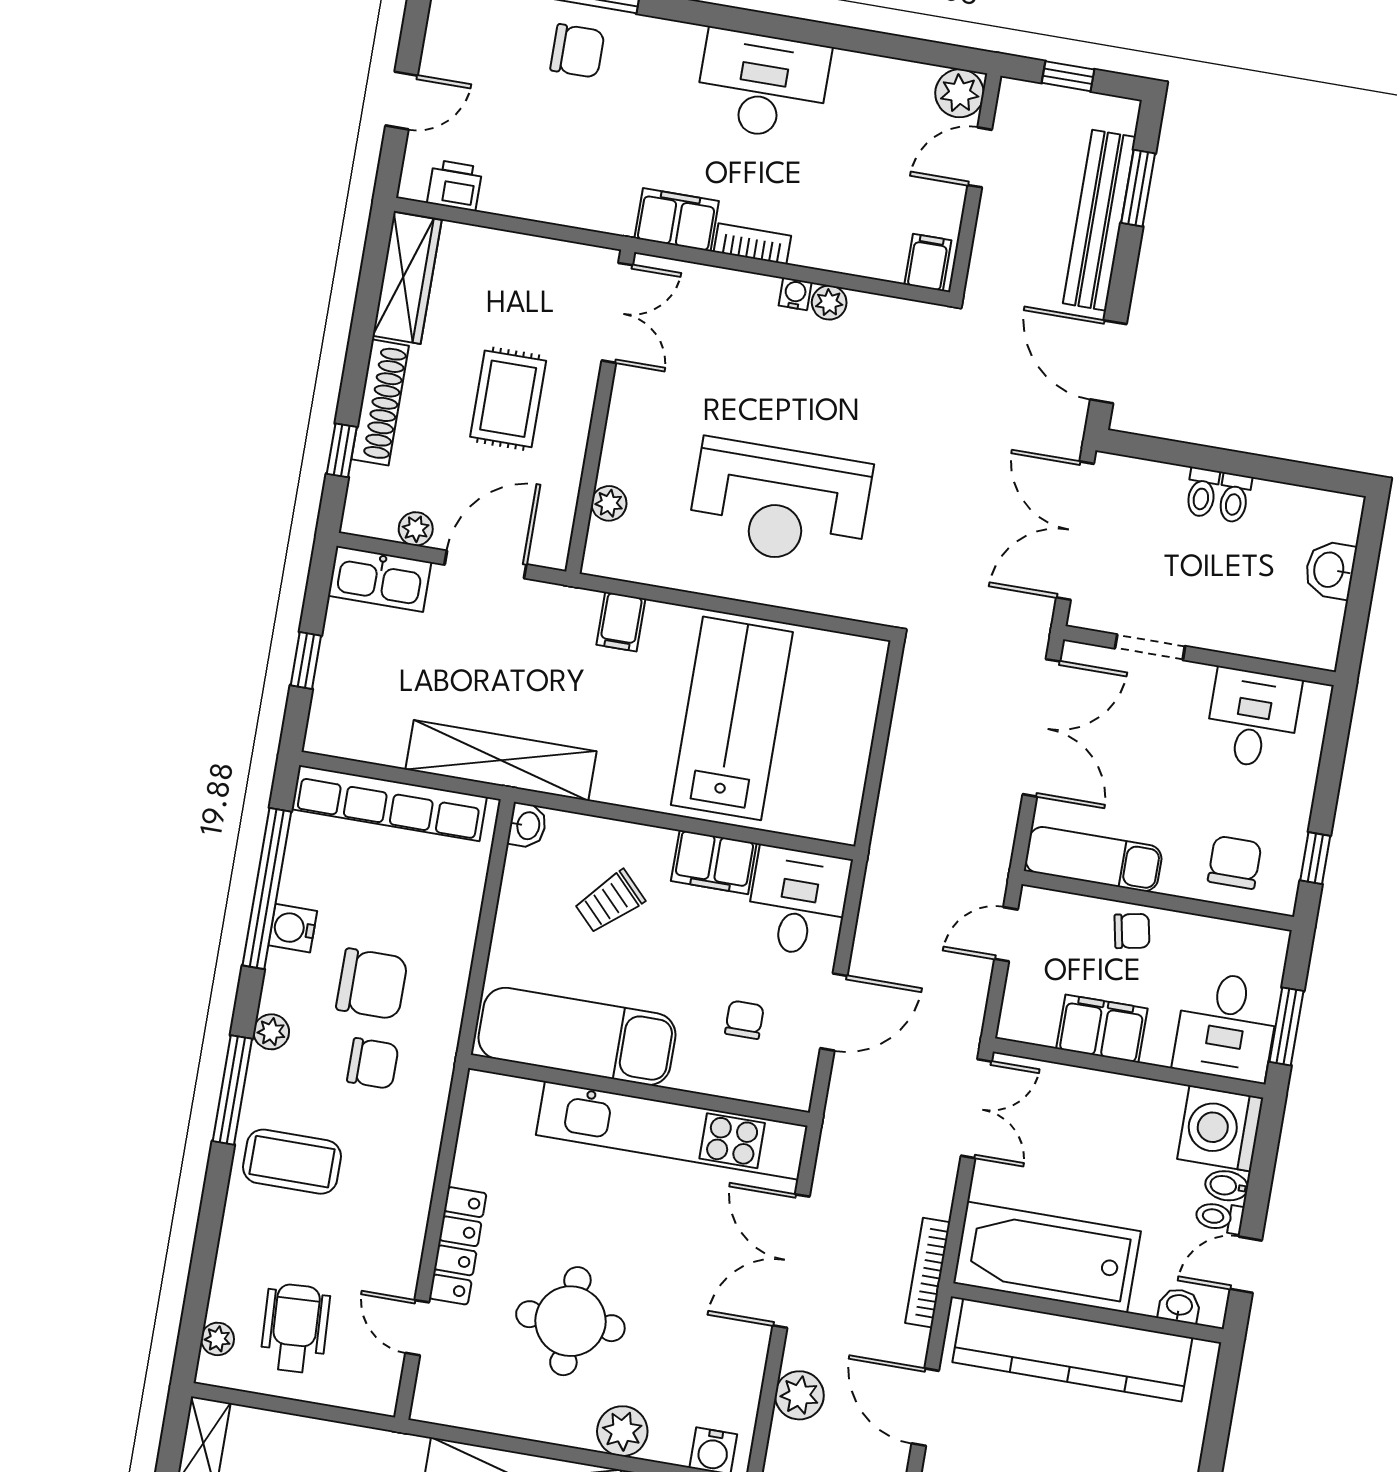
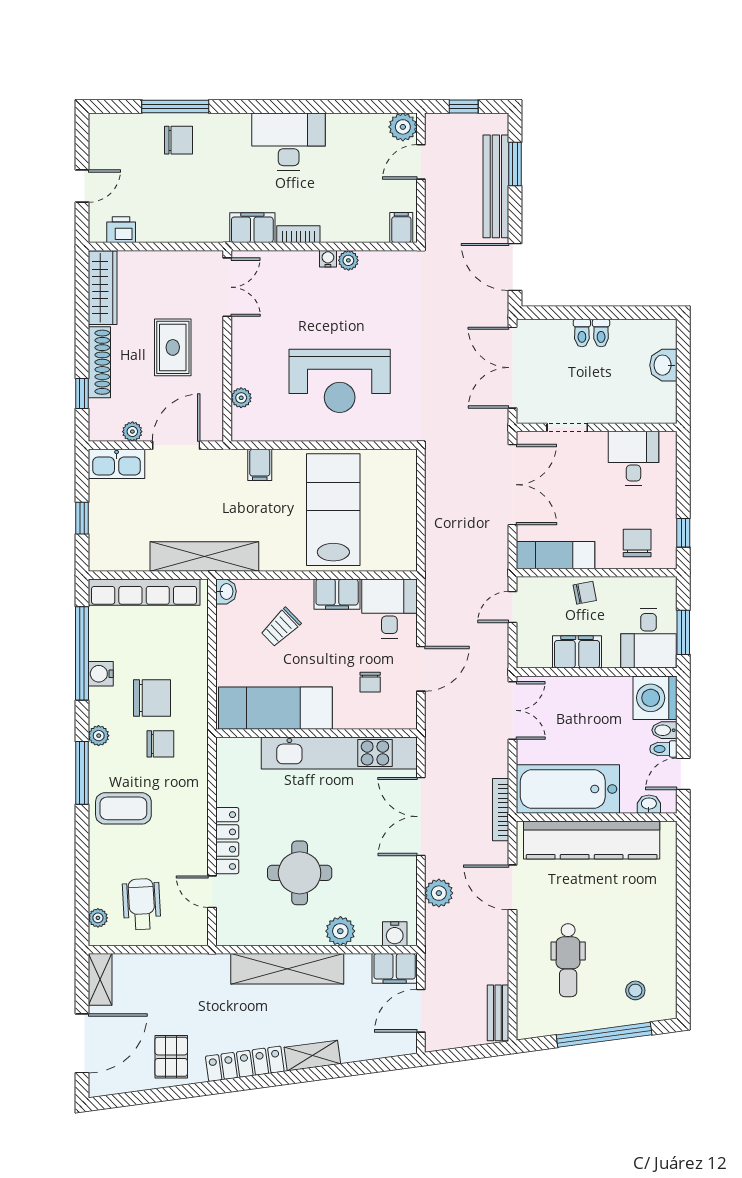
chair: (744, 1020) -> (370, 682), turned 180

